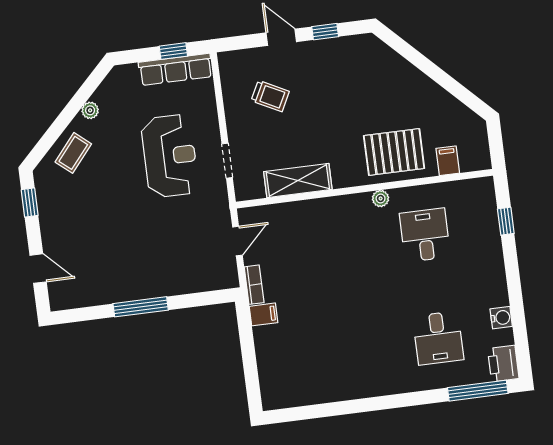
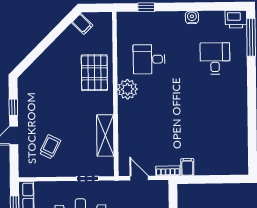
filing cabinet: (448, 161) -> (82, 24), moved, turned -135
plant: (381, 198) -> (127, 89), width x1.87, depth x1.87
water cooler: (501, 318) -> (192, 17), moved
desk: (438, 338) -> (215, 58), turned -90

